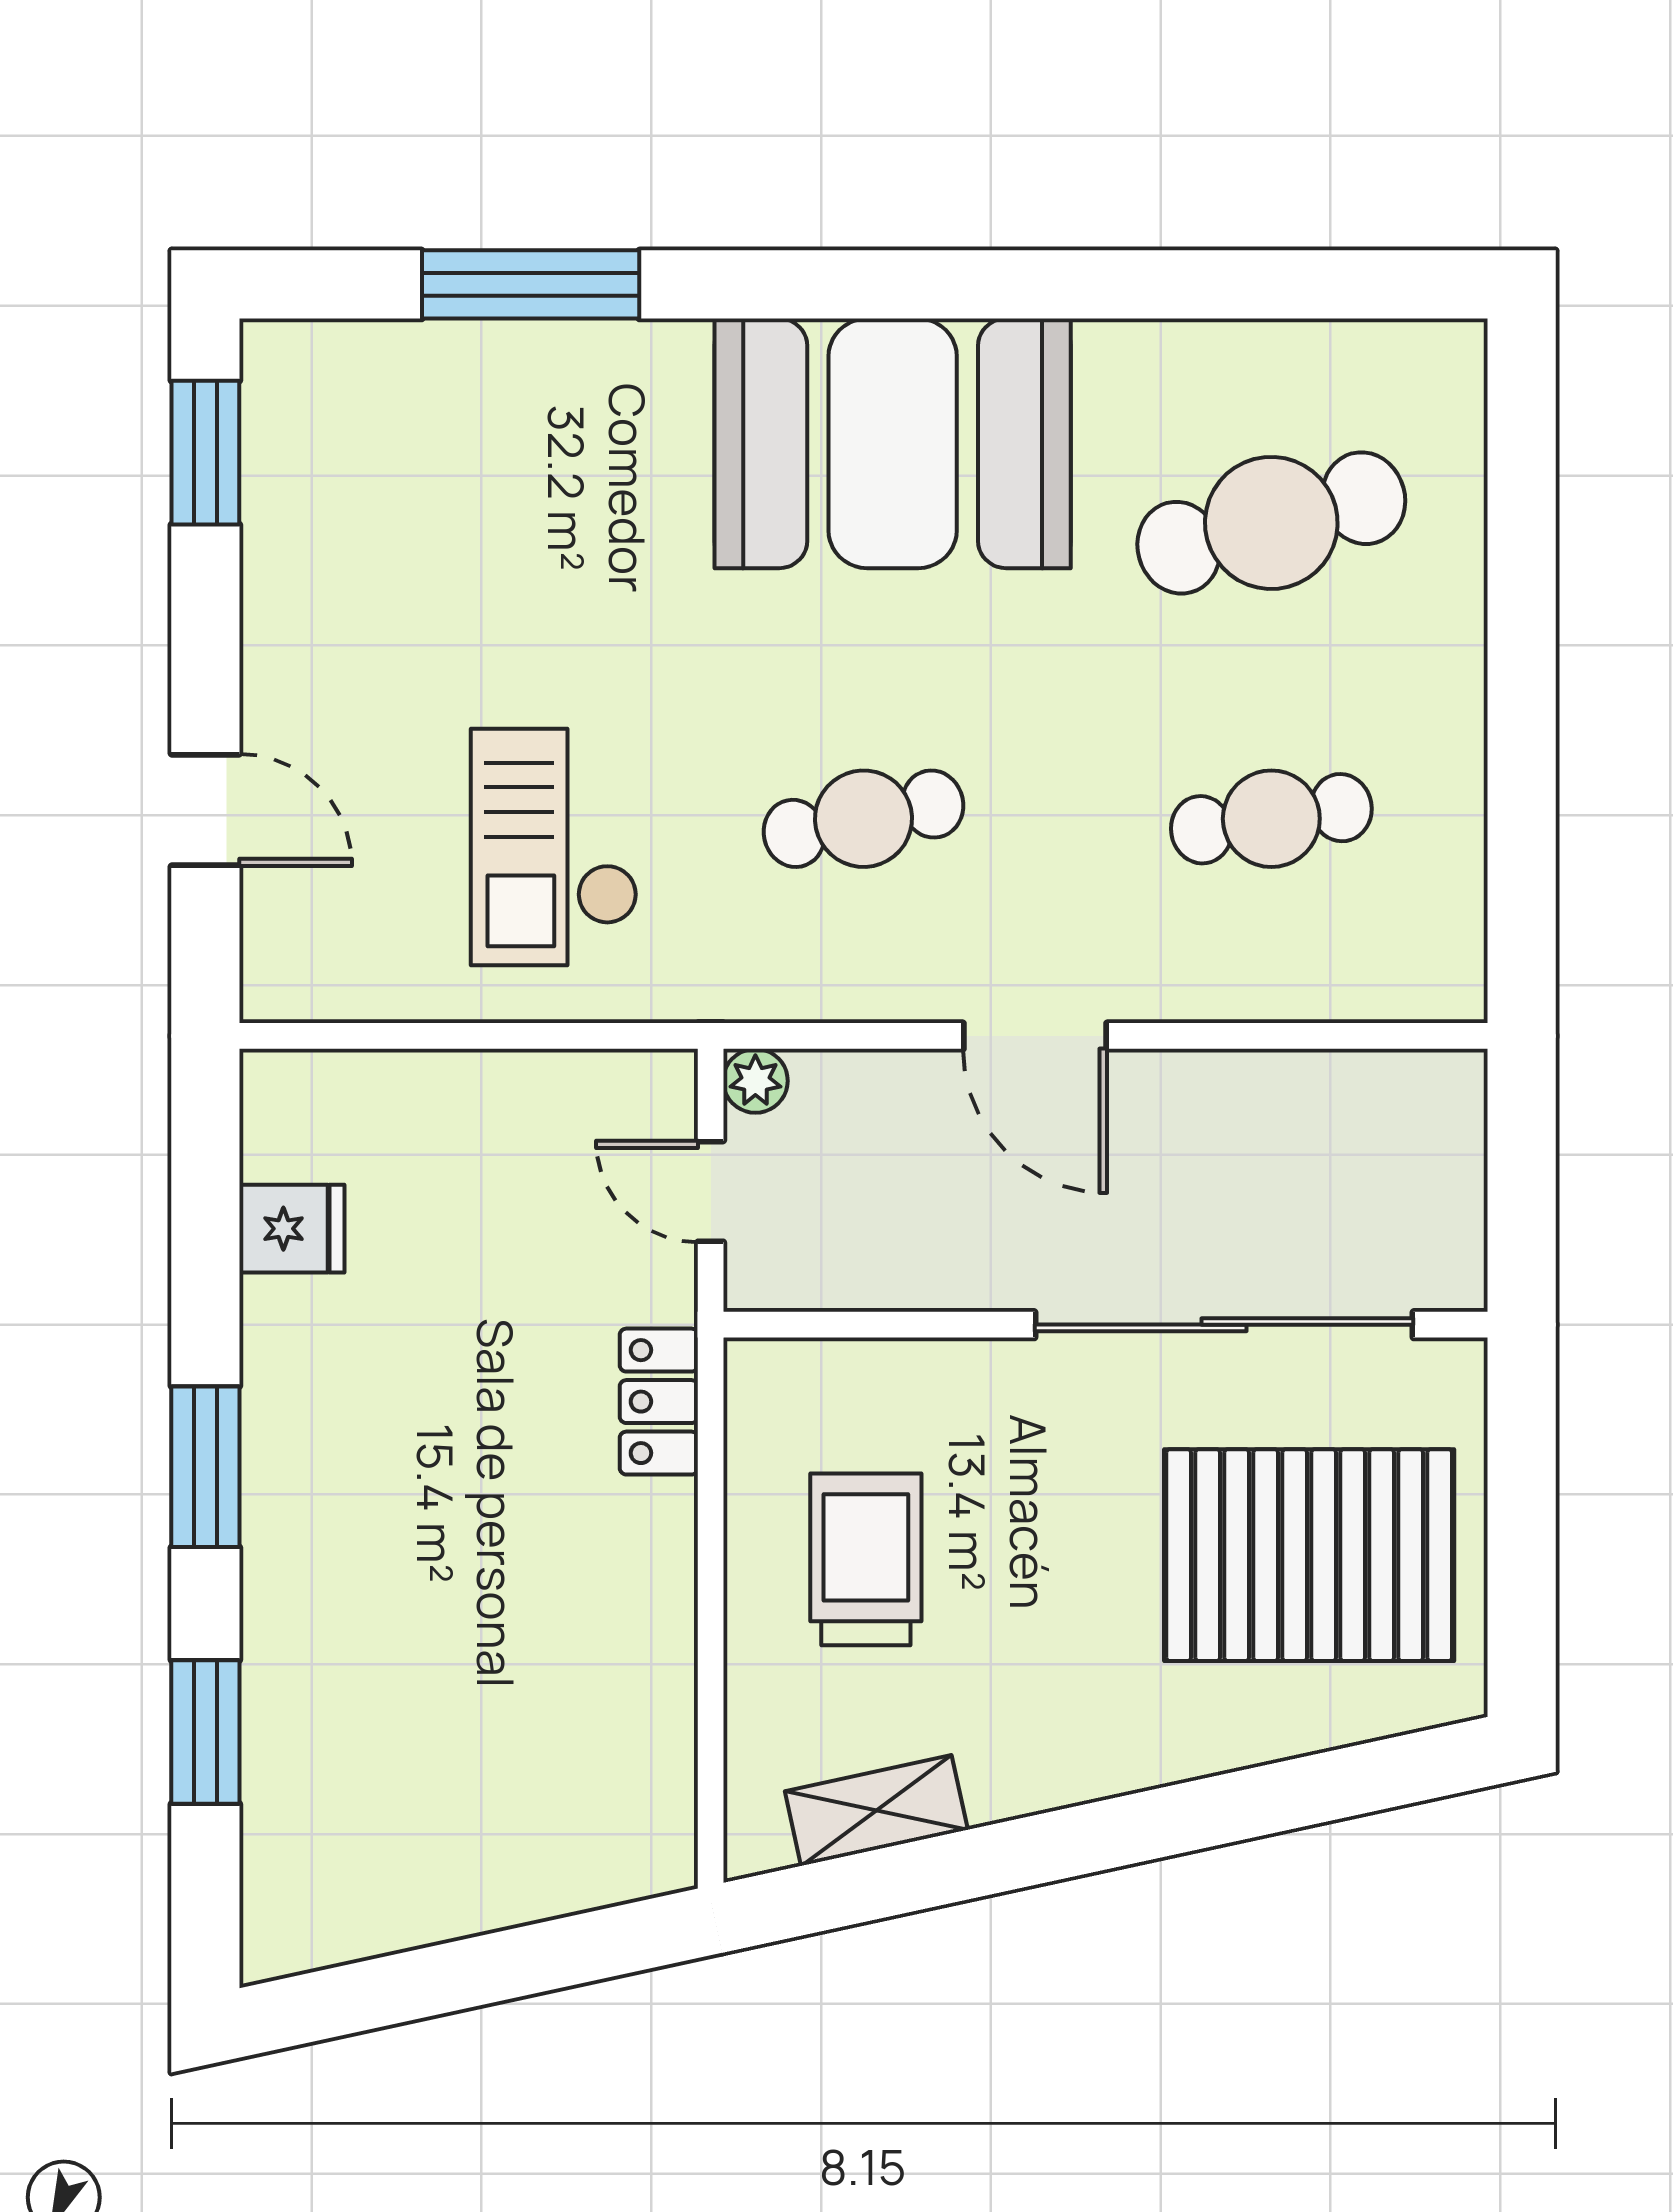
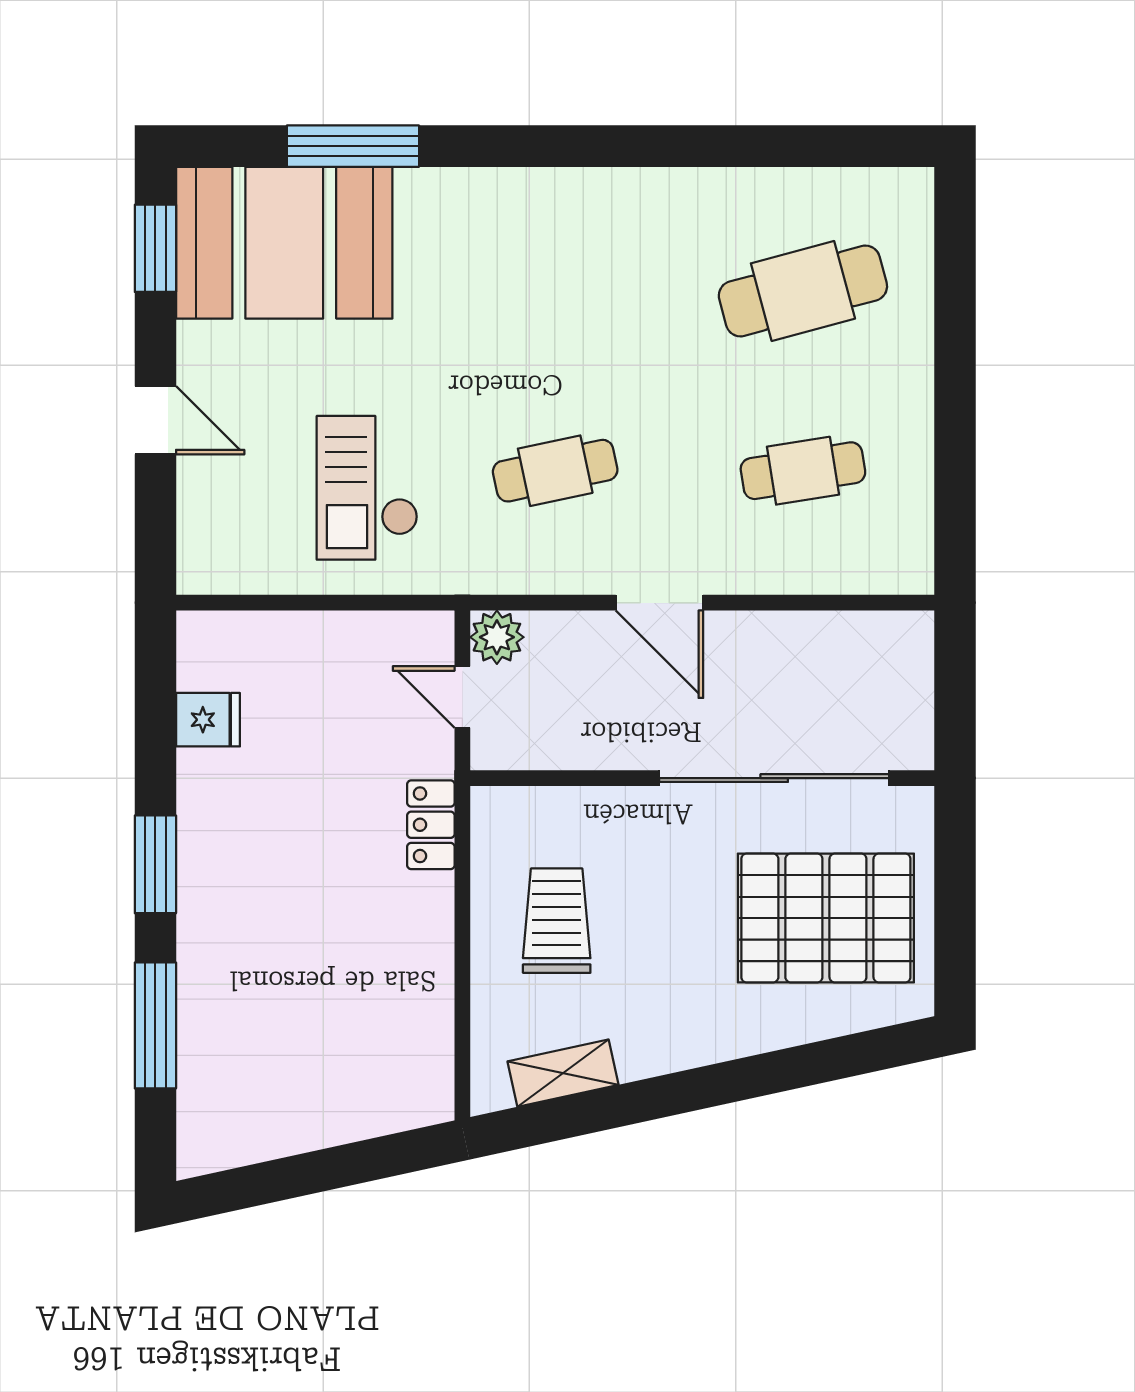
booth: (893, 443) -> (284, 243), moved
door: (205, 810) -> (155, 420), moved
plant: (755, 1081) -> (497, 637), width x1.38, depth x1.38
window: (205, 1732) -> (155, 1025), width x1.44

